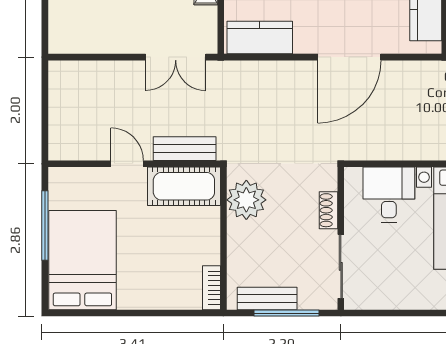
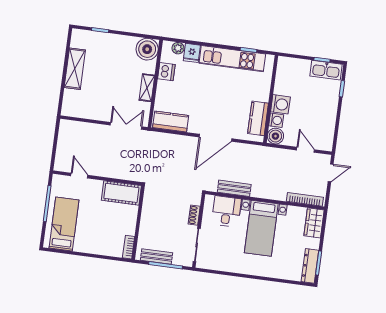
double door: (176, 57) -> (126, 126), swing flipped
bench: (185, 149) -> (234, 188), moved
door: (127, 164) -> (79, 176), moved
plant: (246, 200) -> (153, 204), removed
bed: (82, 260) -> (64, 224), width x0.67

